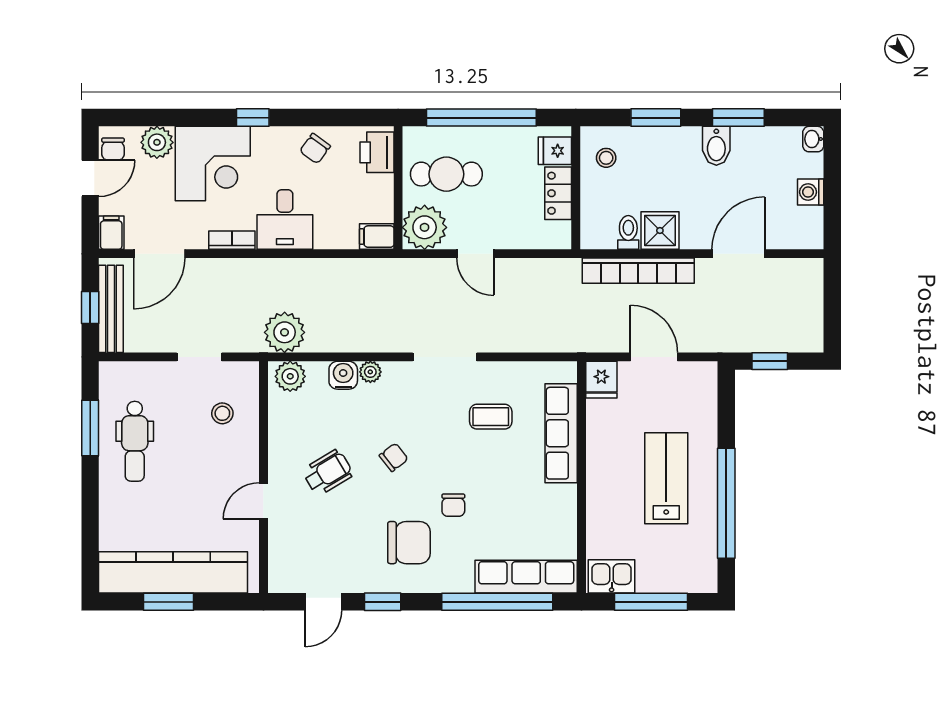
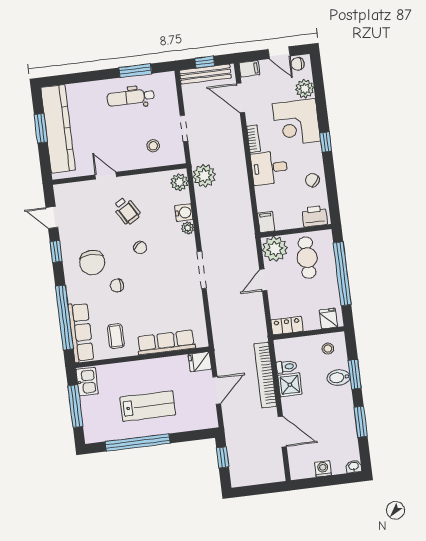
bidet: (716, 146) -> (339, 377), moved
locker: (558, 193) -> (287, 326), moved
coffee table: (491, 417) -> (116, 336), moved

